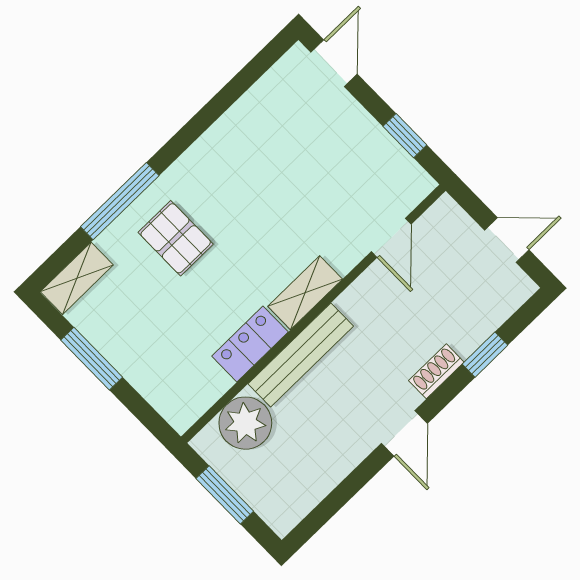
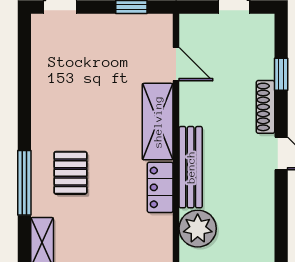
pallet: (176, 238) -> (70, 173), turned 90
shelving: (305, 293) -> (158, 122), width x1.50, depth x1.33
shoe rack: (436, 371) -> (265, 107), width x1.43

